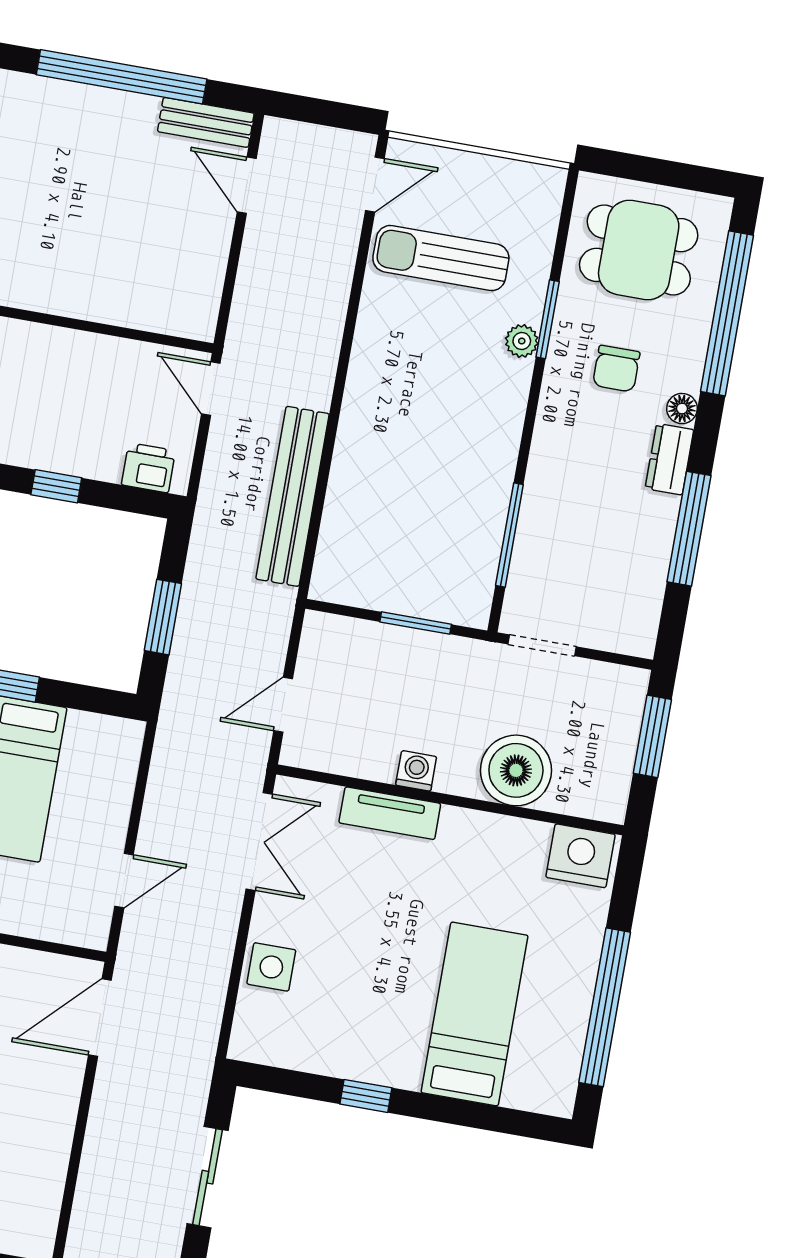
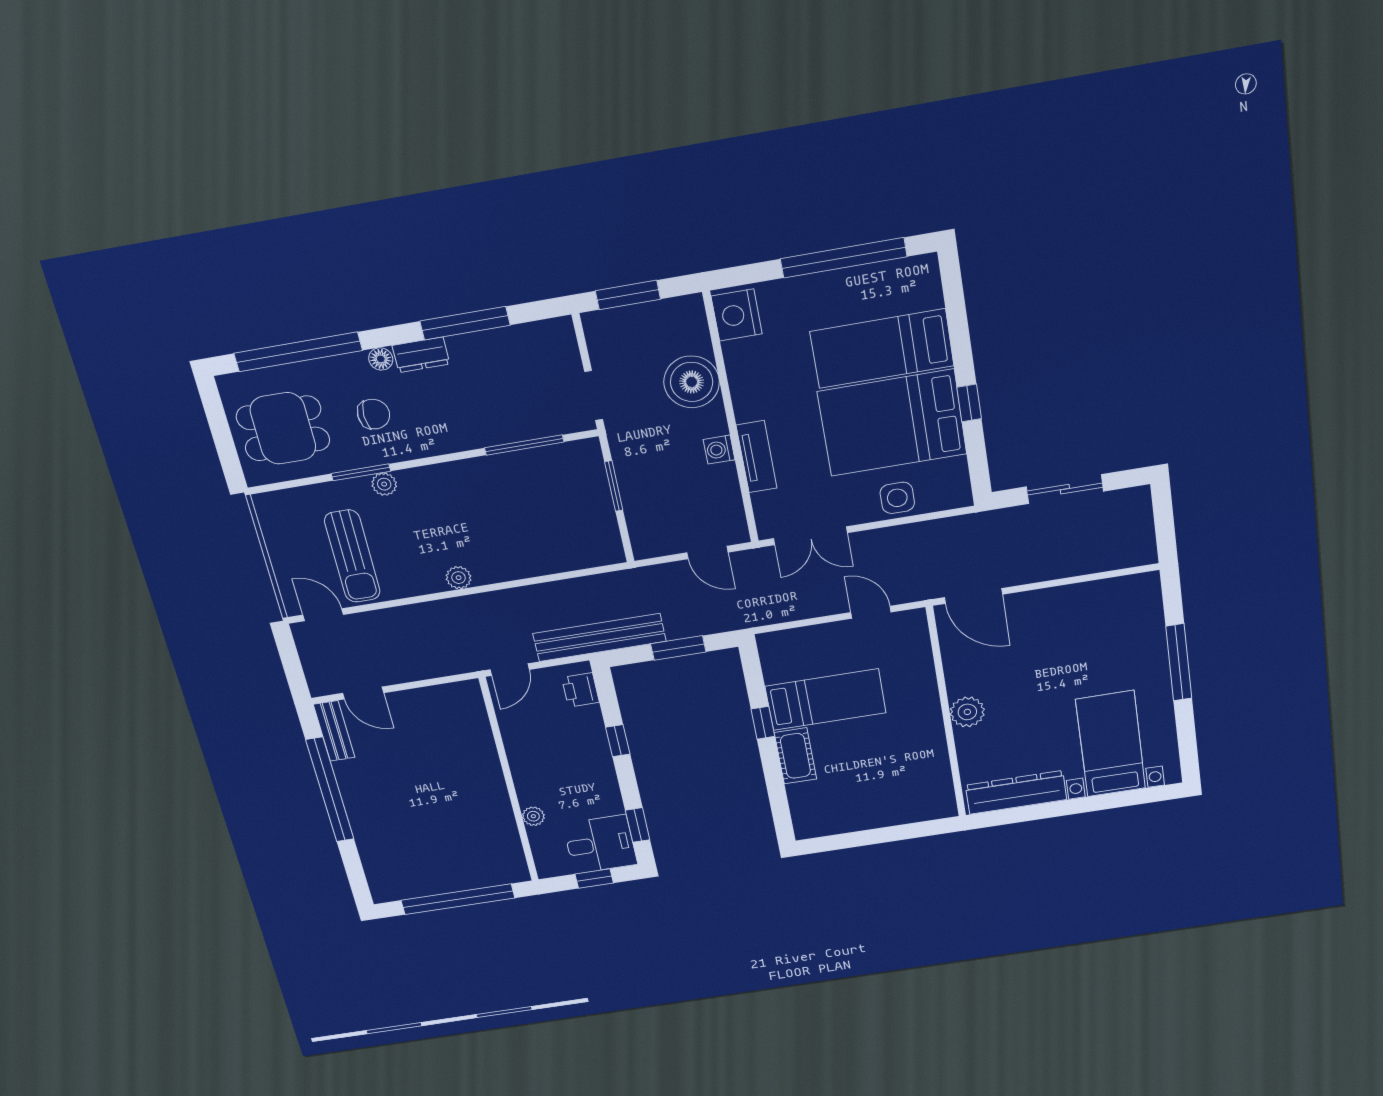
door: (247, 185) -> (363, 693), hinge flipped
dining table: (639, 250) -> (283, 428), turned 90
plant: (363, 379) -> (459, 578), added
bench: (293, 496) -> (599, 637), moved
double door: (259, 841) -> (810, 536), swing flipped
bed: (374, 994) -> (892, 423), added

